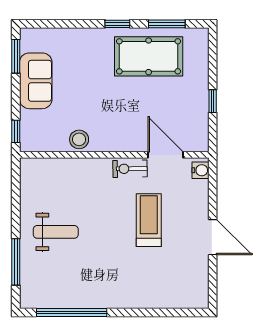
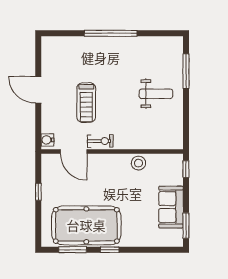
pool table: (149, 56) -> (86, 225), width x1.36, depth x1.32
weight bench: (56, 232) -> (156, 94), turned 180
window: (72, 312) -> (111, 33), moved

